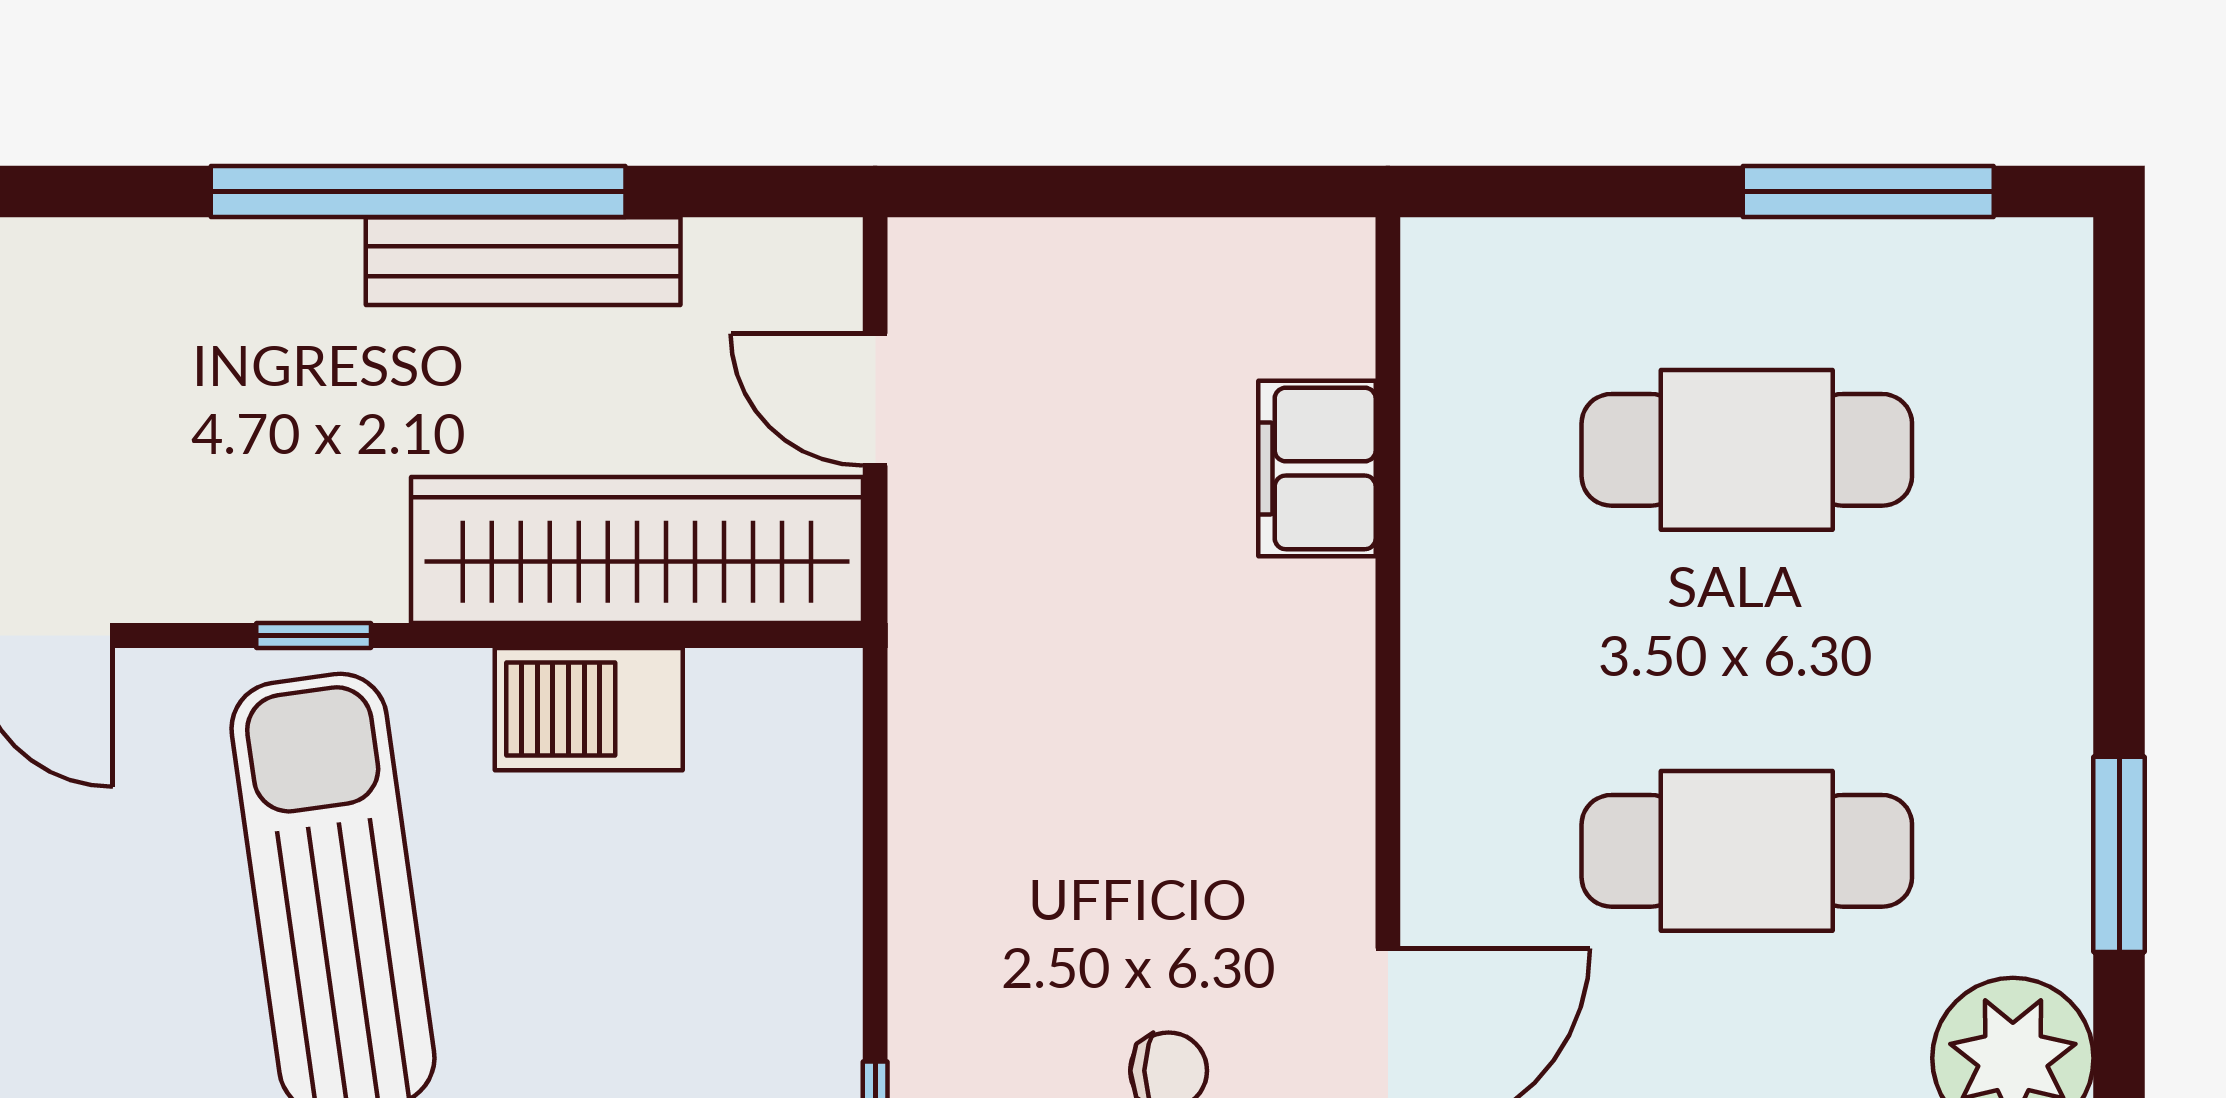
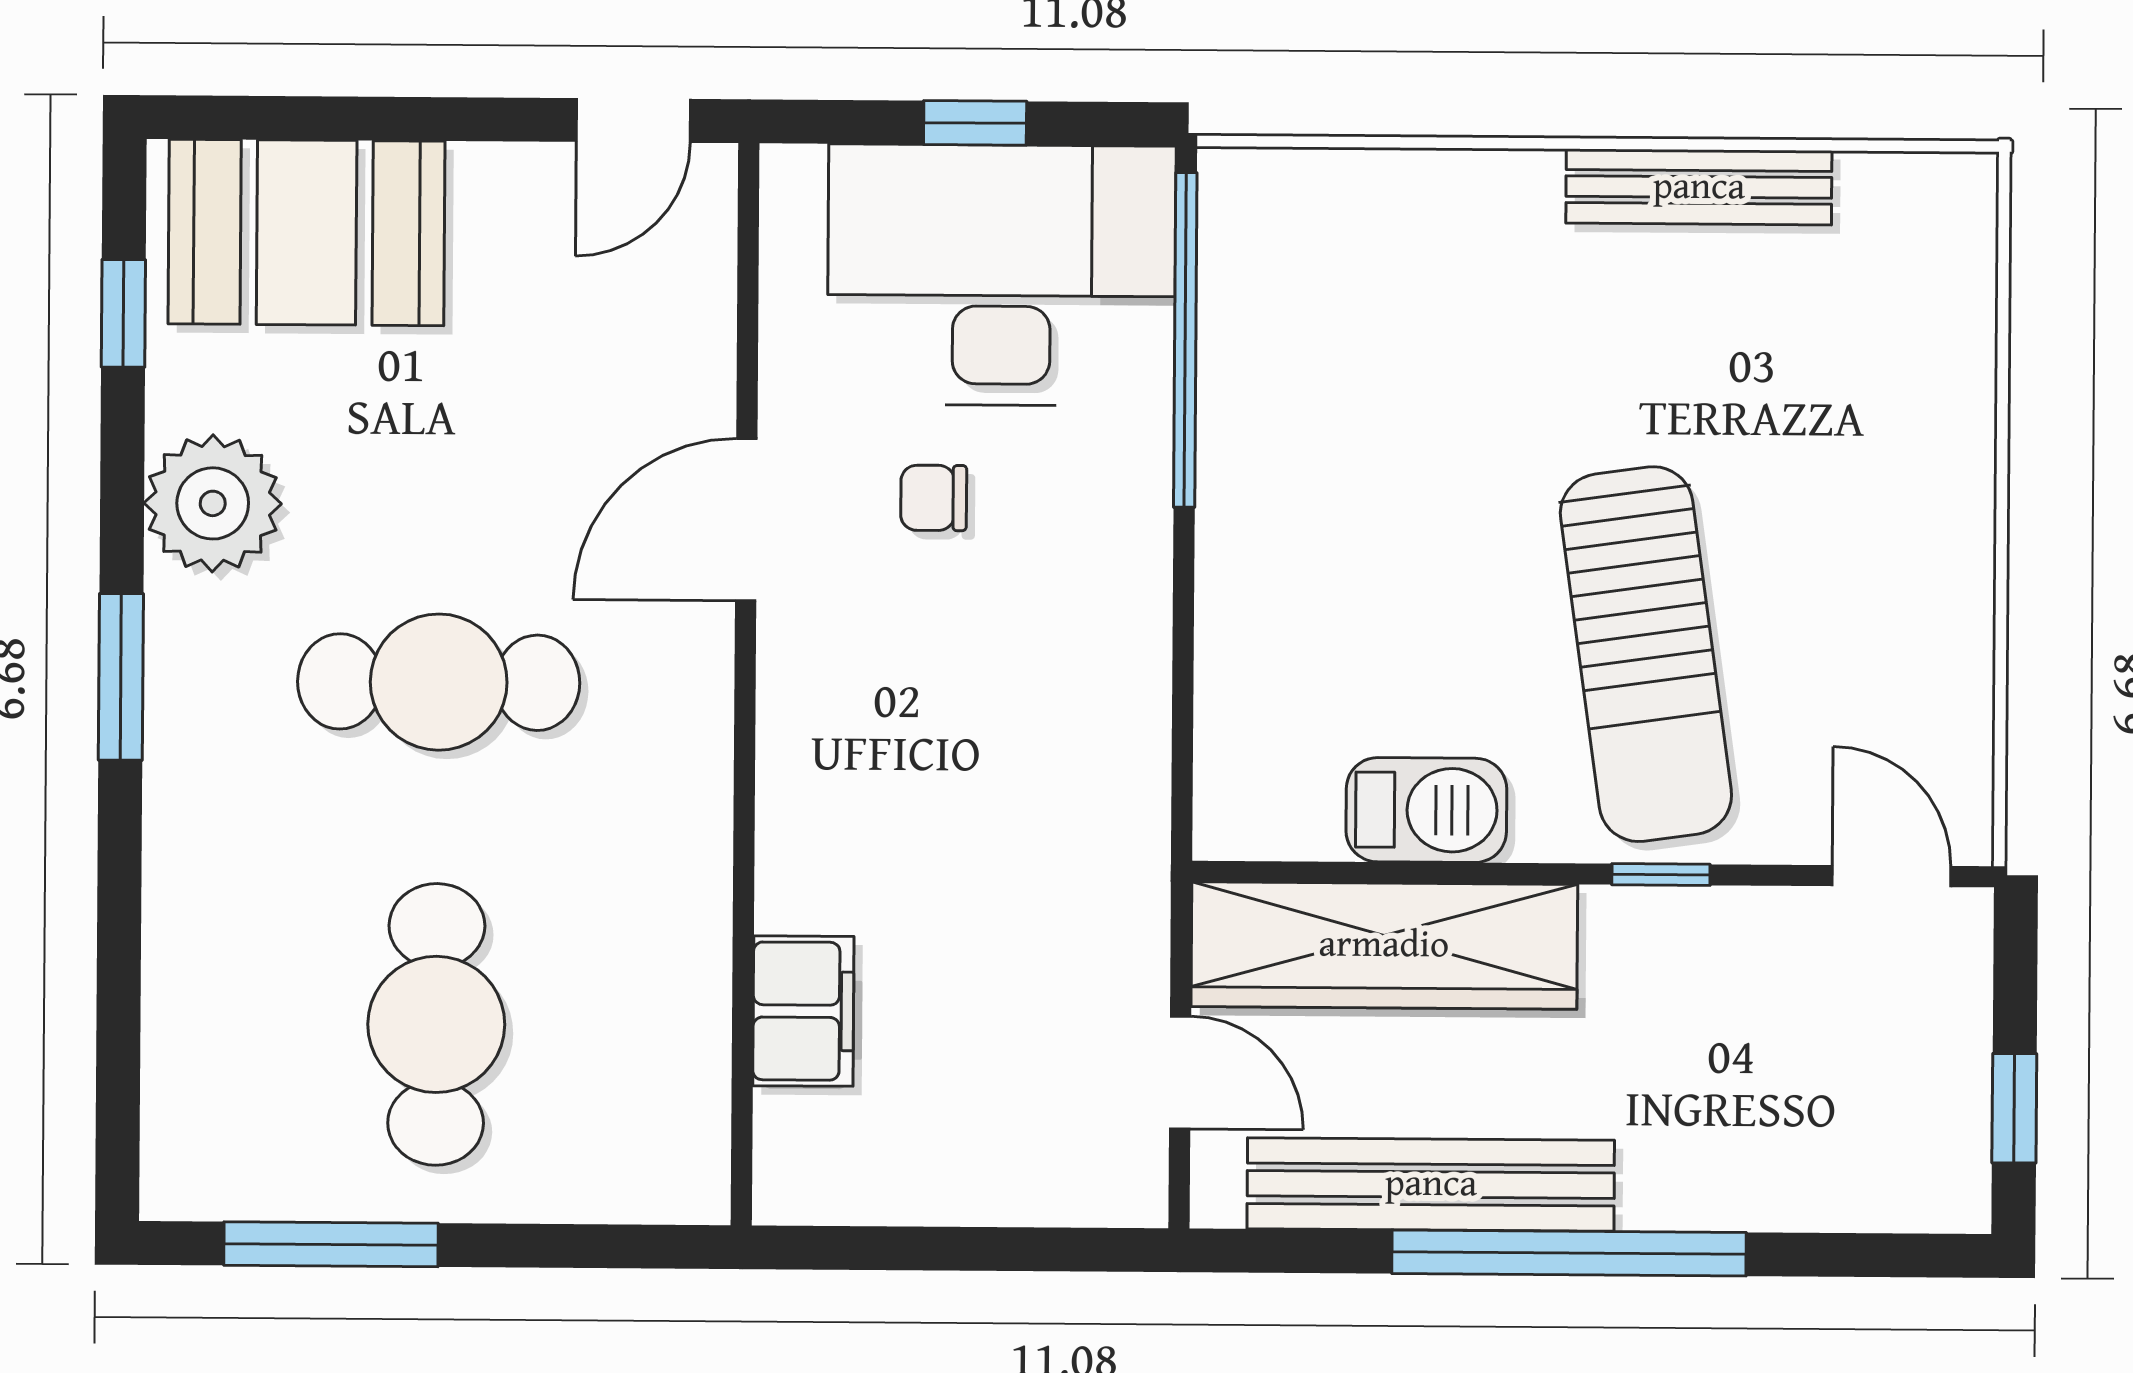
bench: (523, 261) -> (1431, 1184), width x1.37, depth x1.21
cafe table: (1747, 450) -> (436, 1024), turned 90

